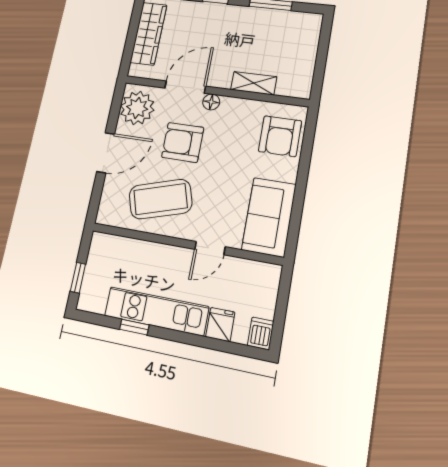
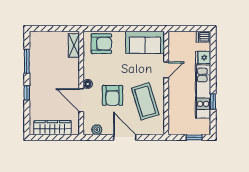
shelving: (254, 83) -> (74, 45), moved
plant: (137, 108) -> (97, 130), width x0.53, depth x0.53
door: (210, 248) -> (166, 70), hinge flipped

